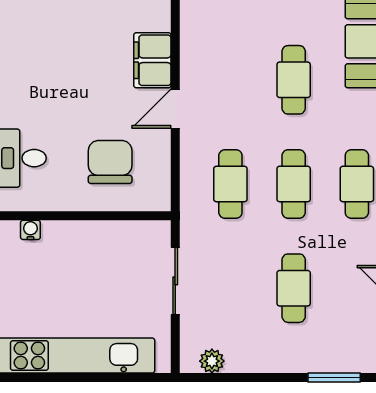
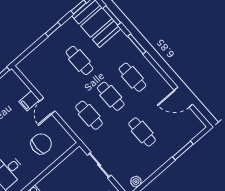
filing cabinet: (152, 60) -> (29, 101), width x0.50
chair: (110, 162) -> (41, 144), turned 90

